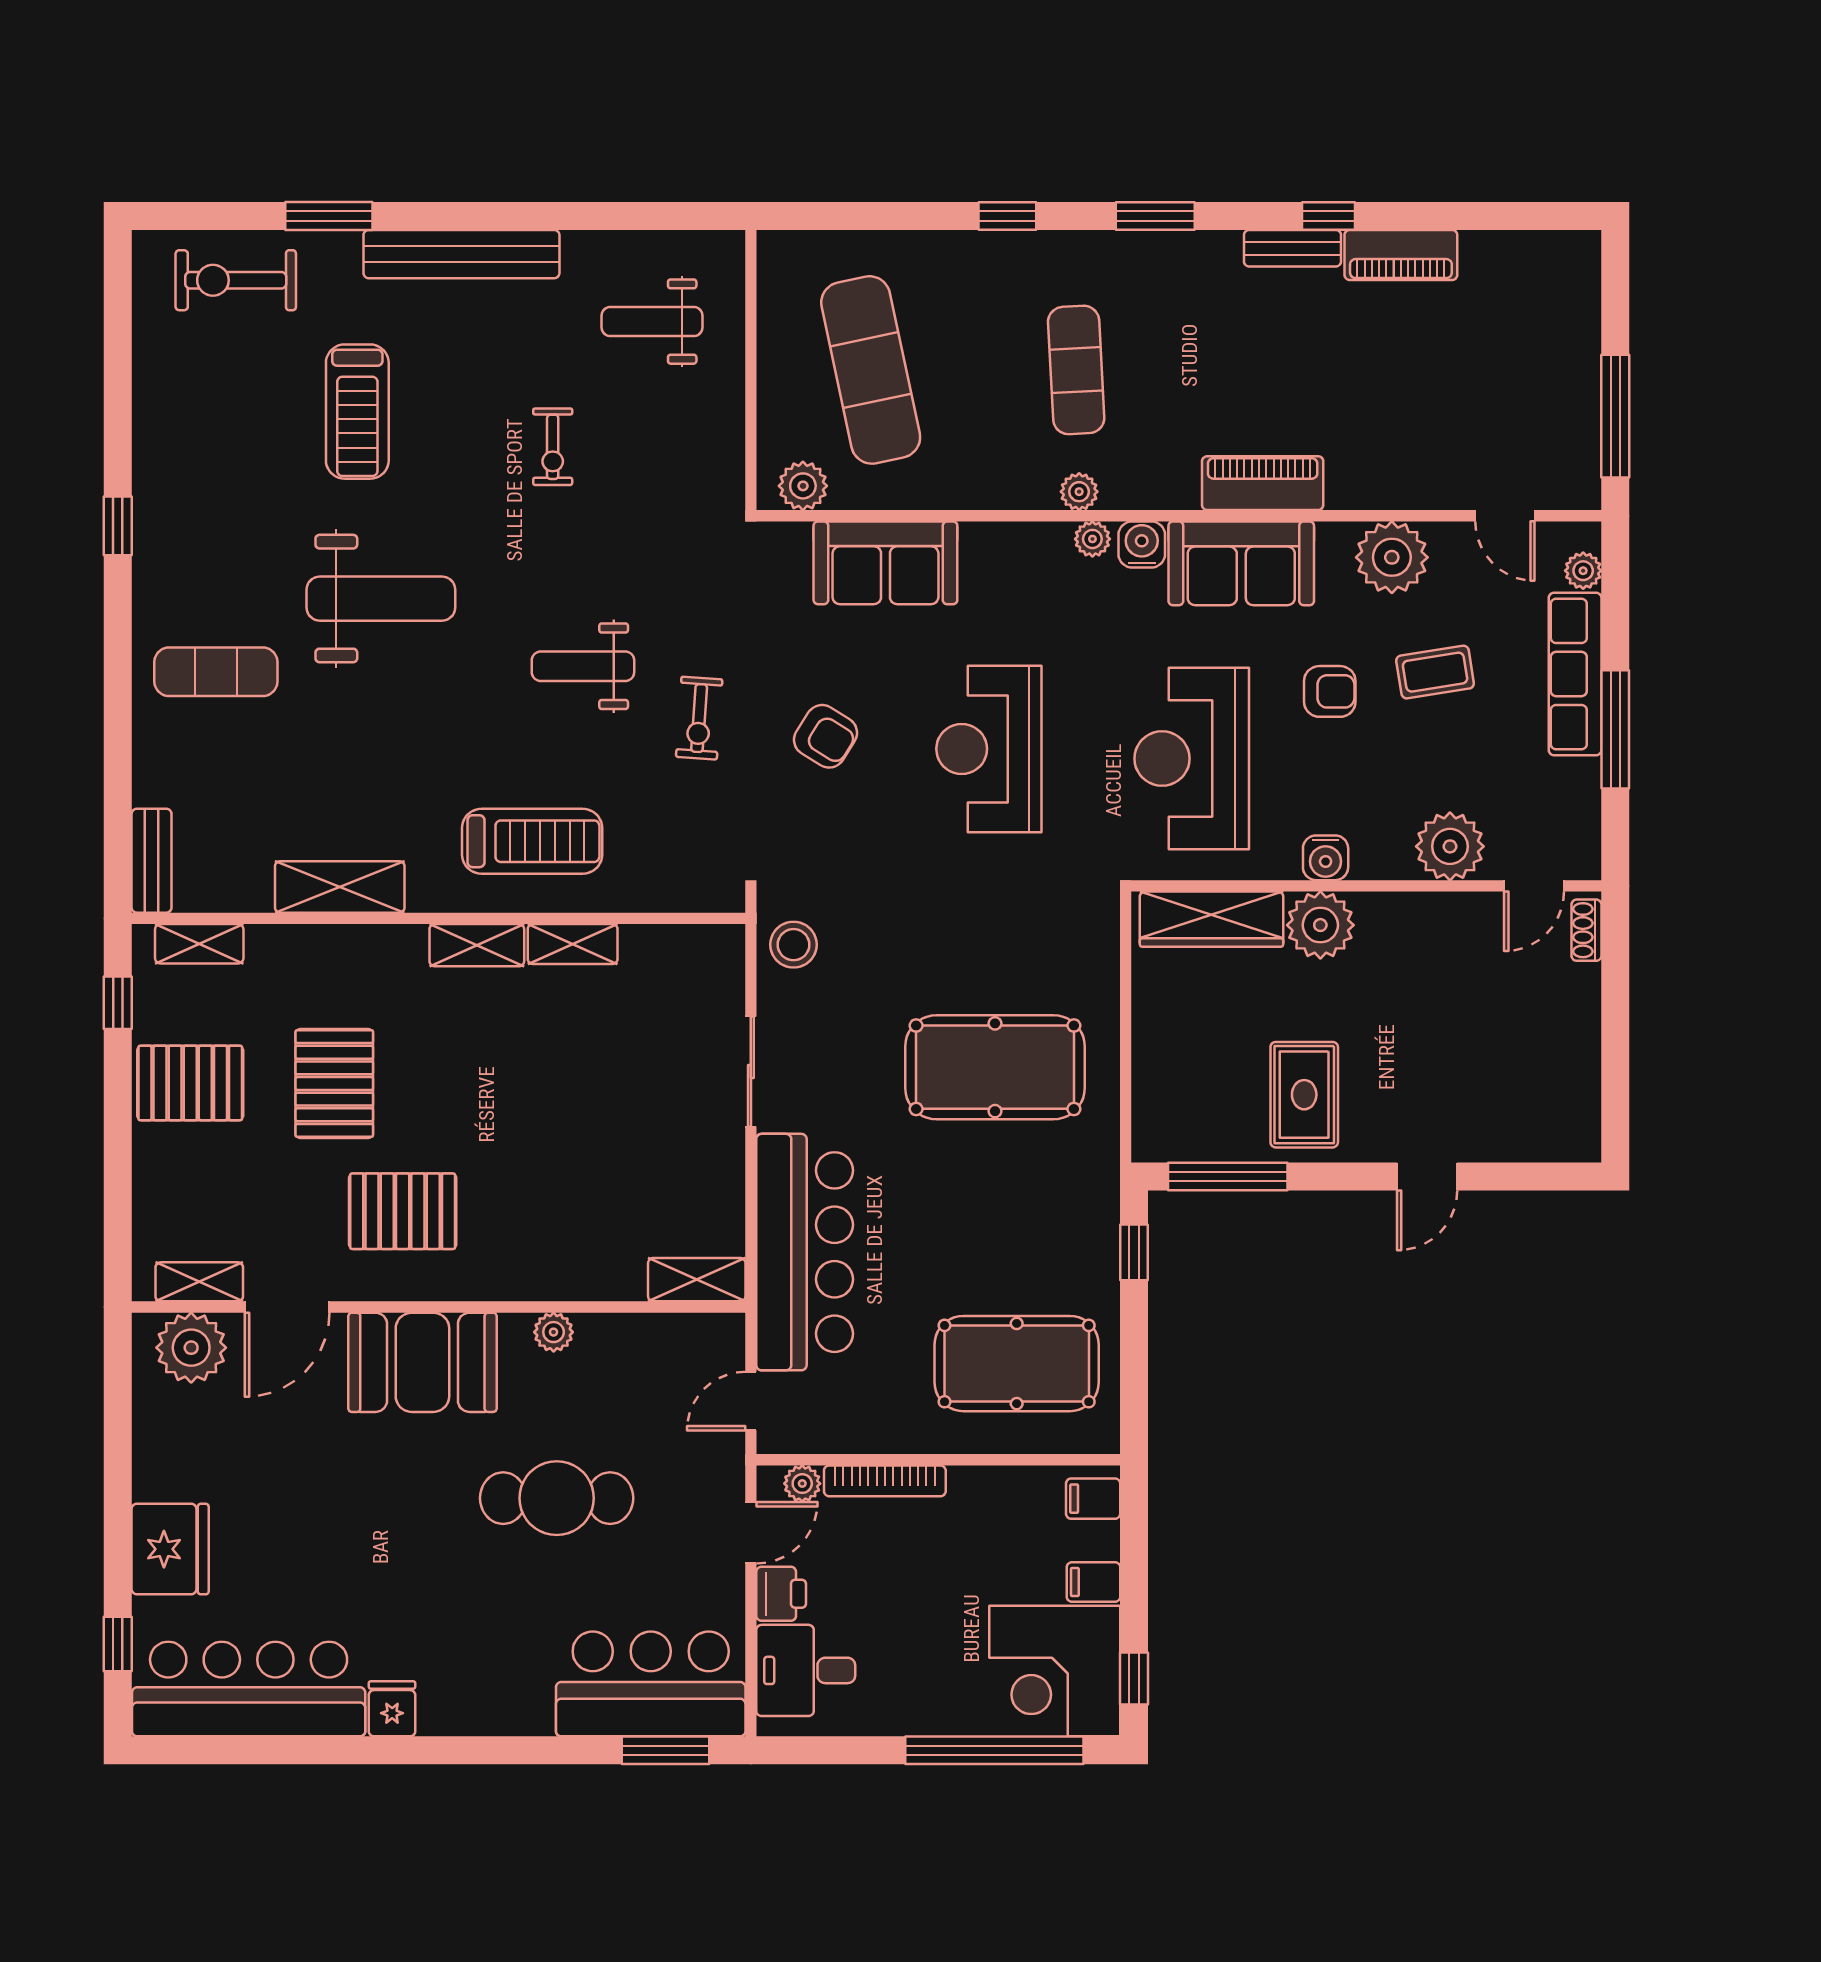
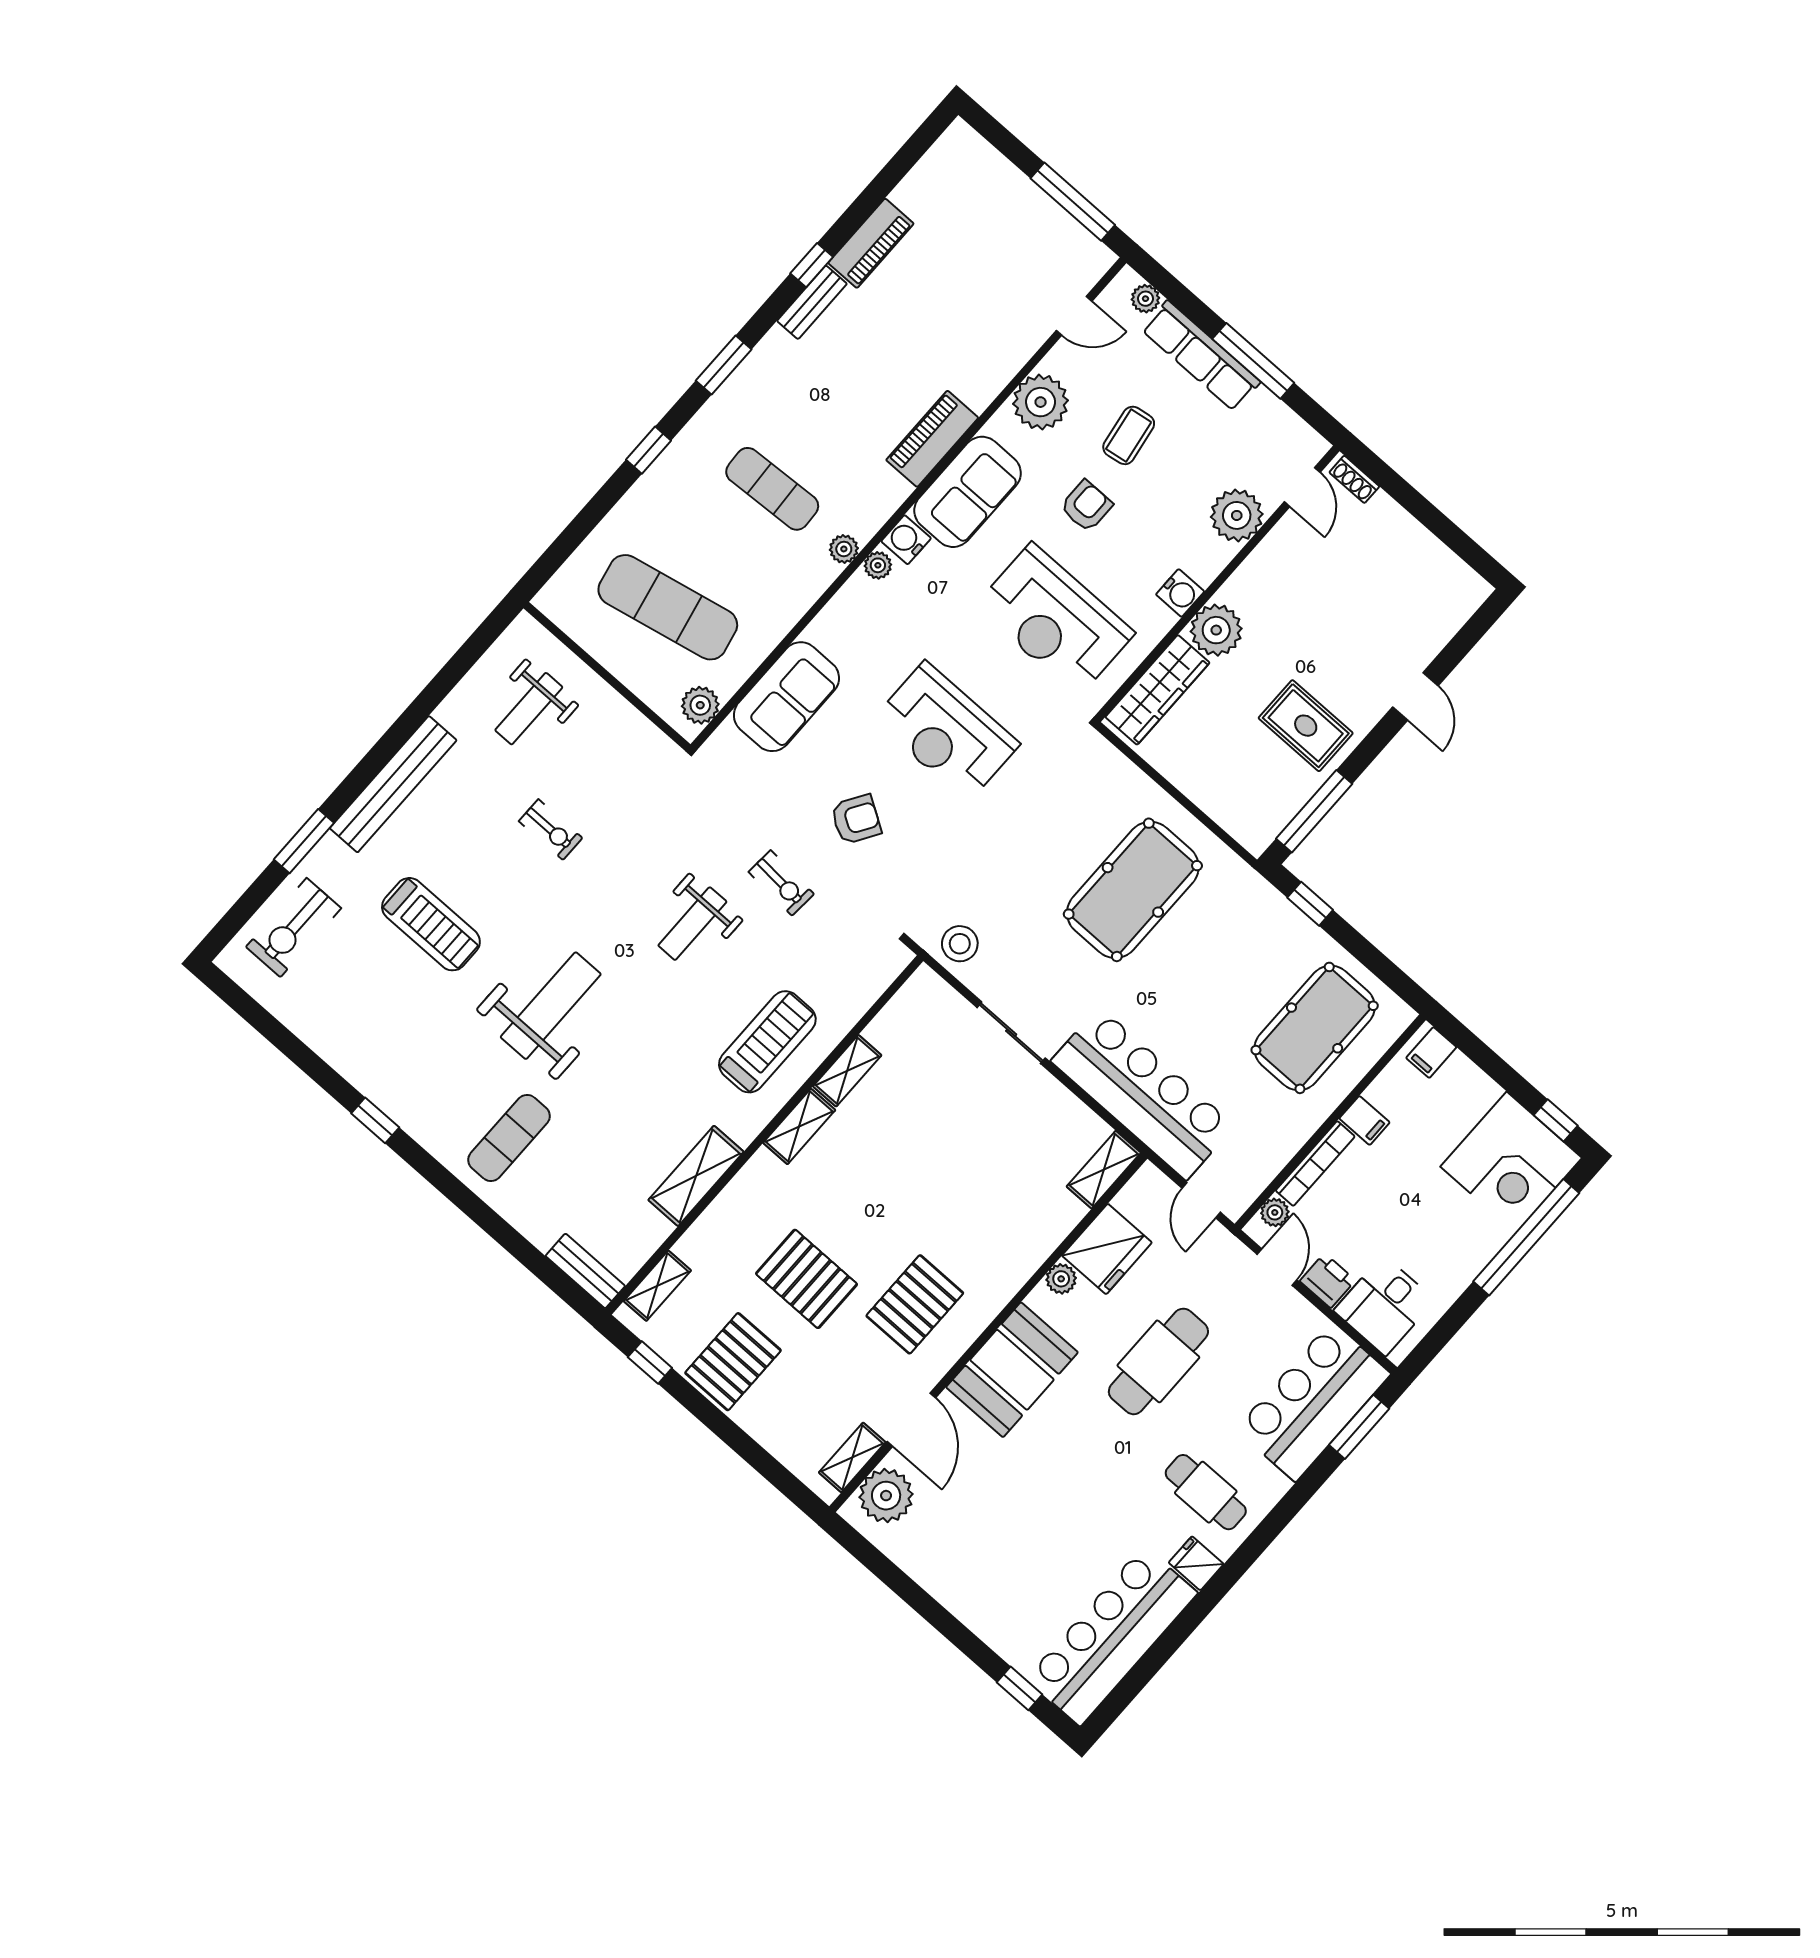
fridge: (170, 1549) -> (1107, 1249), moved, turned 90
filing cabinet: (1093, 1582) -> (1364, 1120), moved, turned -90
cafe table: (470, 1657) -> (1206, 1492), added

